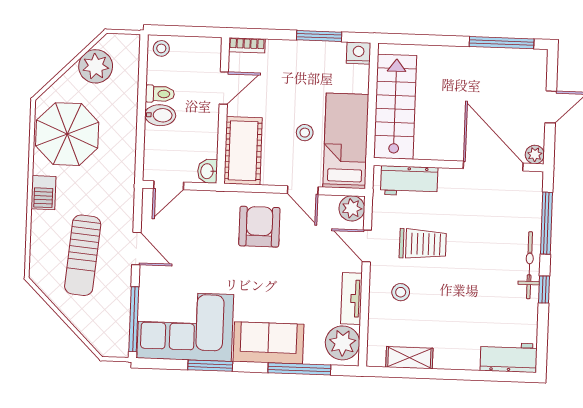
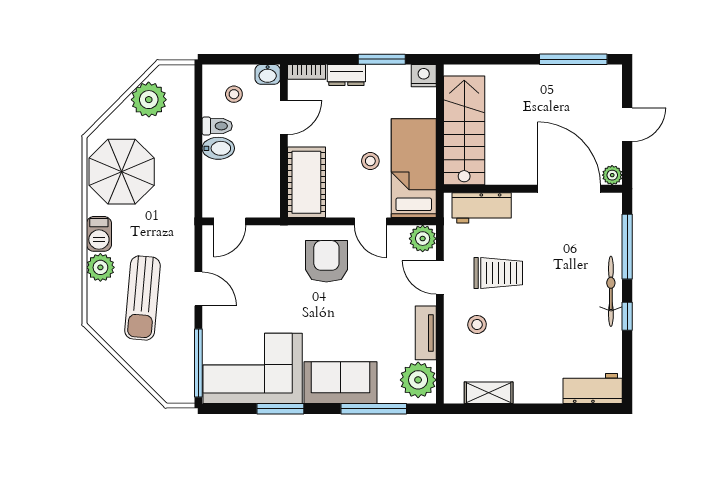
stool: (161, 48) -> (234, 94), moved
dresser: (285, 50) -> (346, 75), added
washbasin: (208, 171) -> (268, 74), moved, turned -90
plant: (44, 225) -> (100, 267), added

